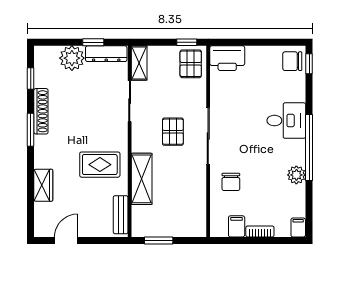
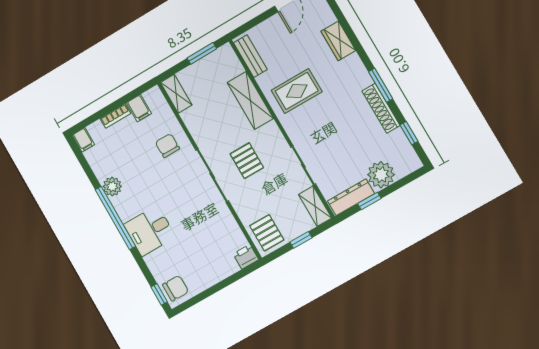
window: (187, 42) -> (301, 240), moved
printer: (227, 58) -> (246, 257), width x0.53, depth x0.68
shelving: (199, 220) -> (176, 94), added

